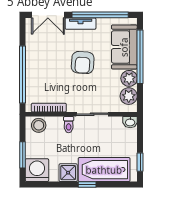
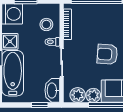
washbasin: (130, 122) -> (52, 90), width x1.91, depth x1.45
stool: (39, 125) -> (46, 25), moved
window: (140, 162) -> (40, 105), moved

